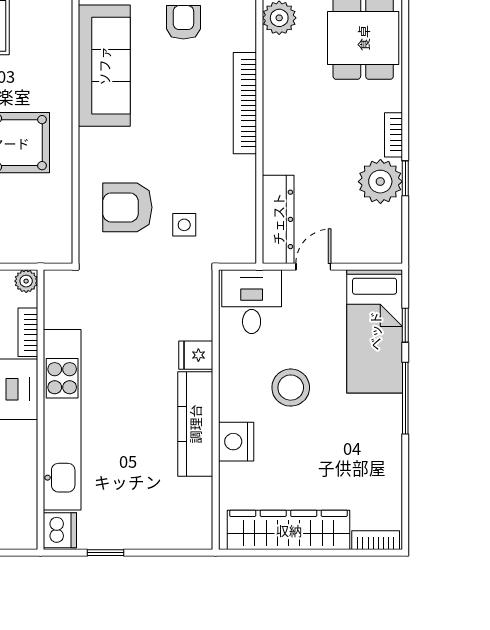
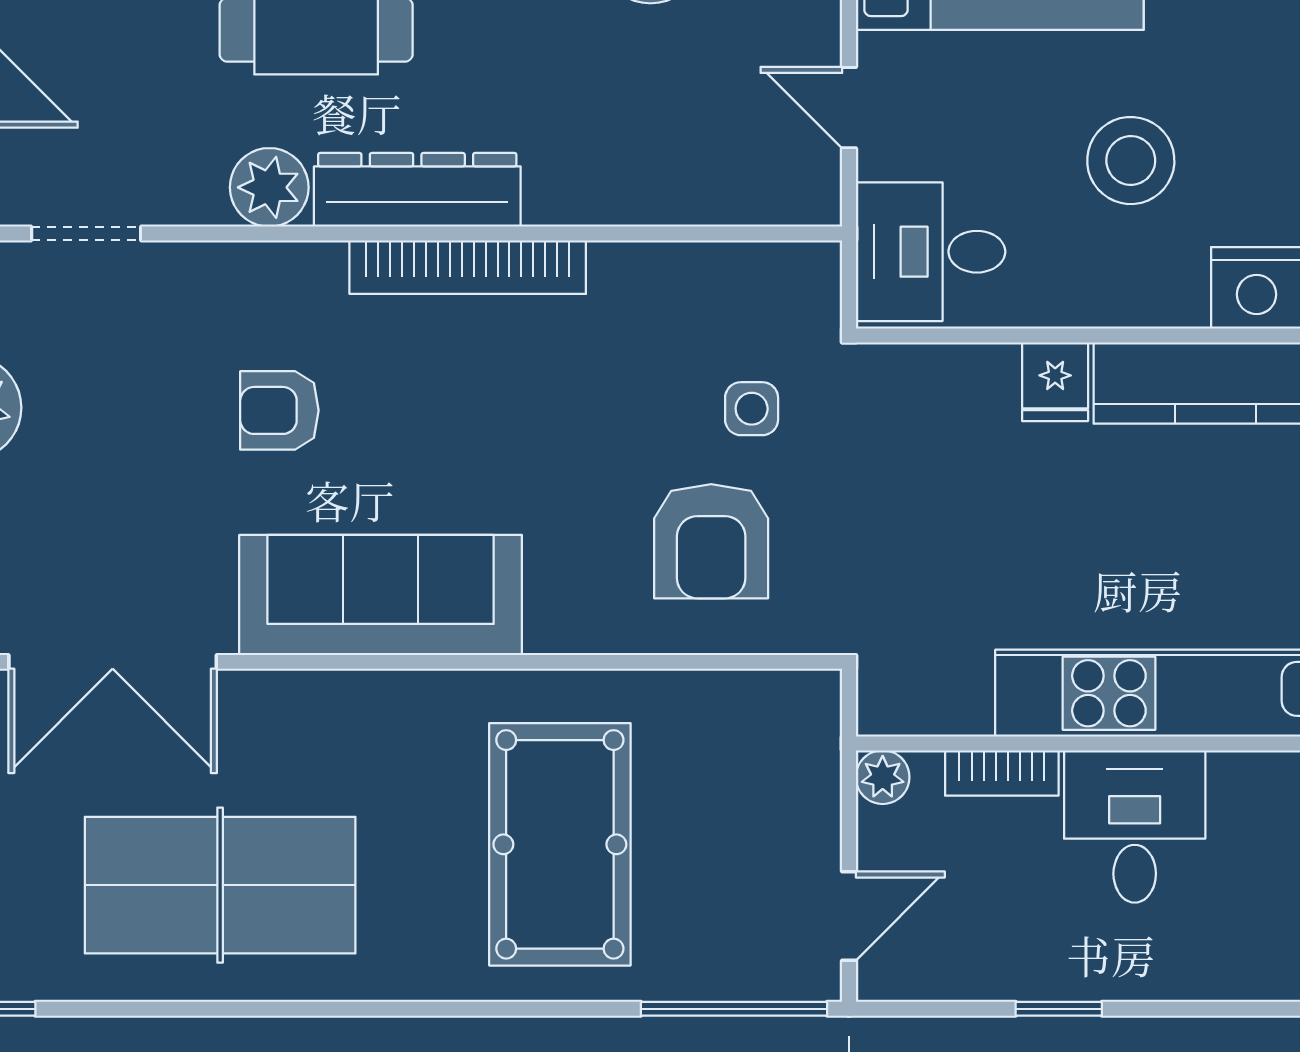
dresser: (278, 219) -> (417, 190), moved

